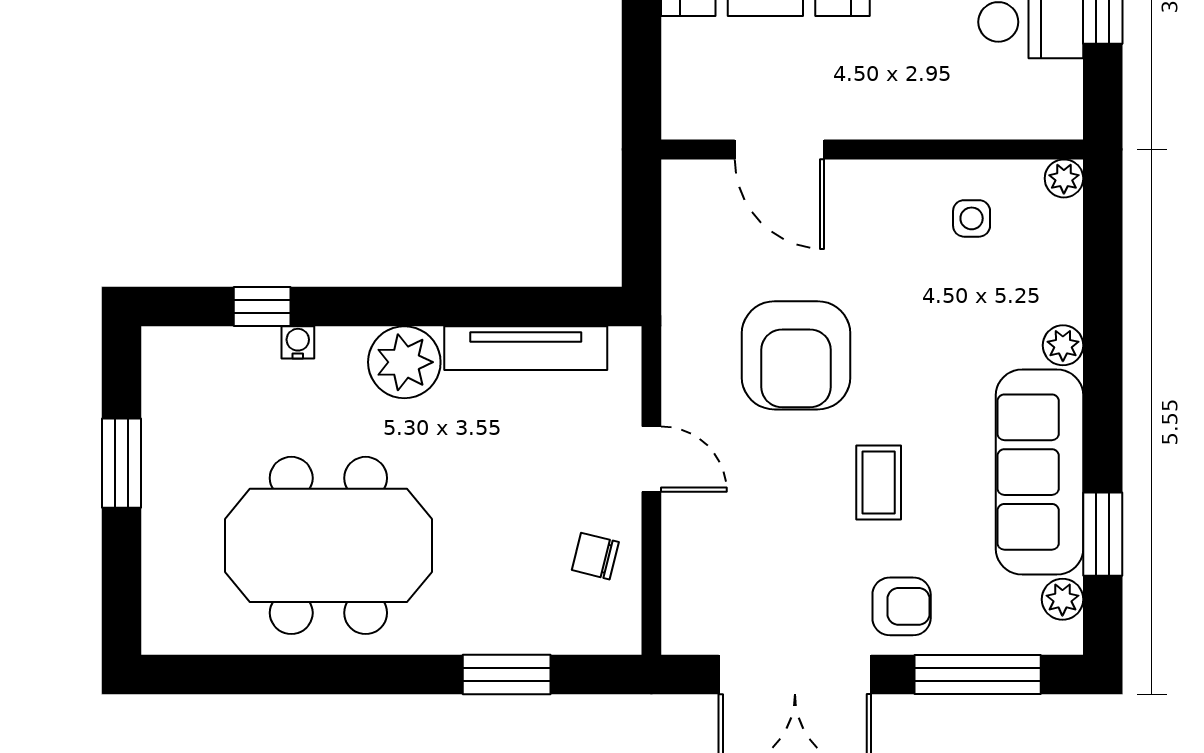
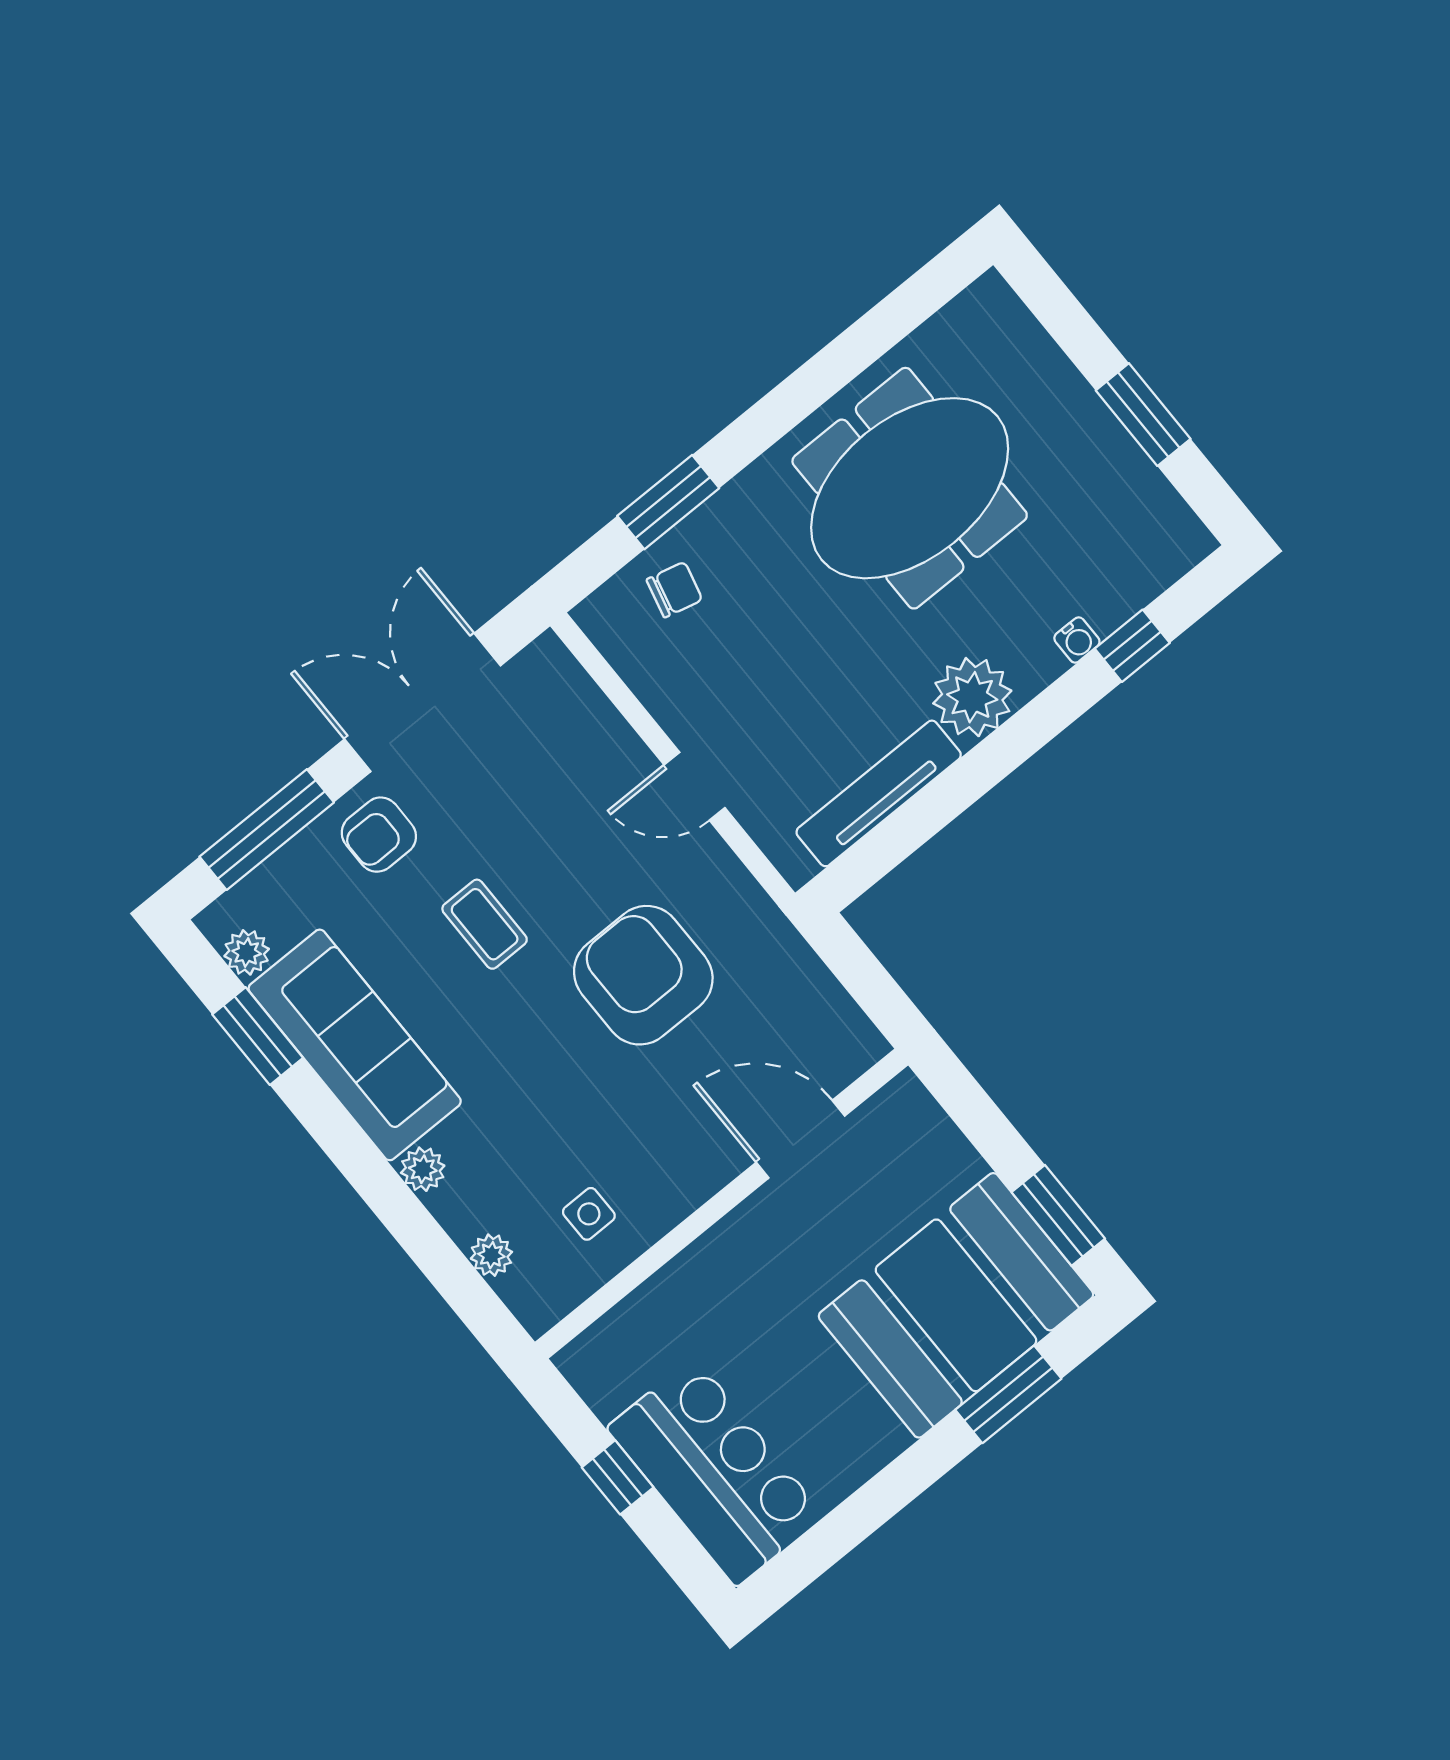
plant: (1064, 178) -> (491, 1255), moved
chair: (595, 556) -> (674, 590), moved

